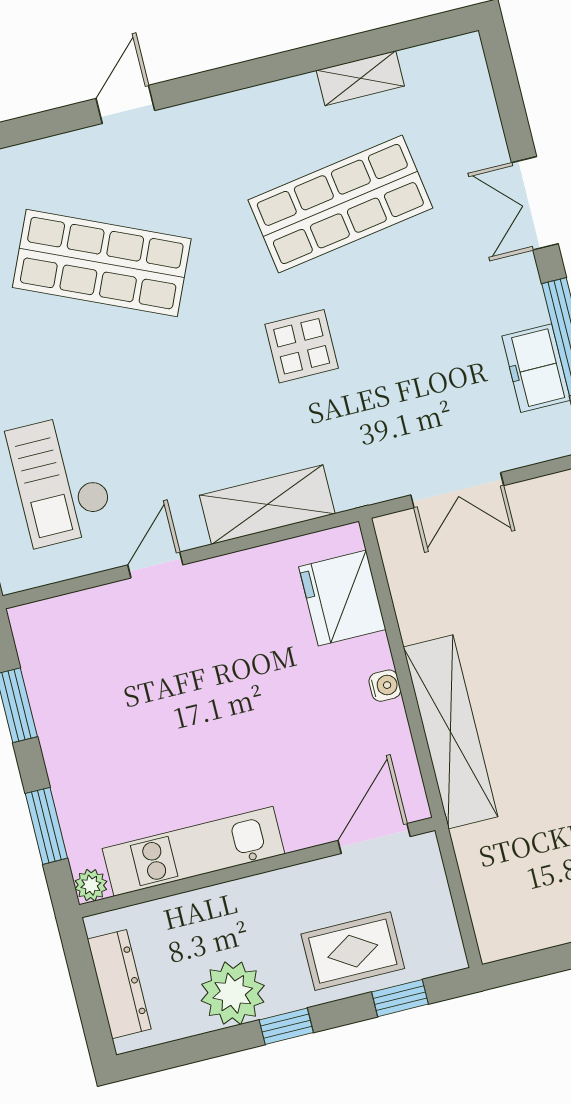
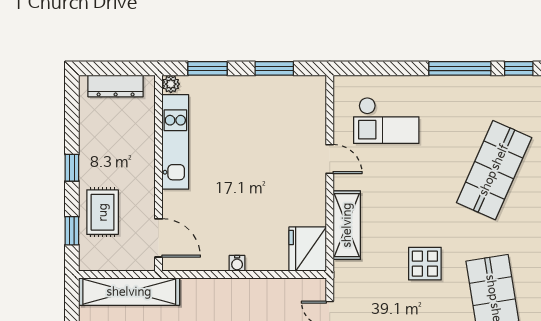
checkout: (60, 480) -> (386, 120), turned 180
fridge: (342, 598) -> (308, 249), moved, turned -90
shelving: (451, 732) -> (129, 292), moved
plant: (233, 993) -> (96, 144), removed

